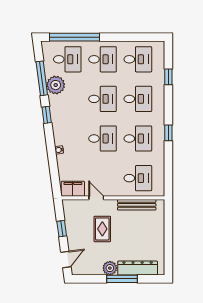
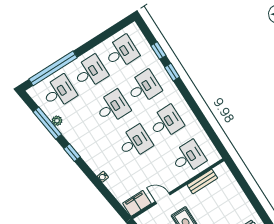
plant: (56, 85) -> (57, 121), width x0.53, depth x0.53
window: (168, 133) -> (172, 72), moved
bench: (137, 205) -> (202, 181), width x0.73

